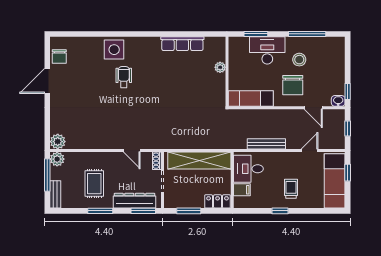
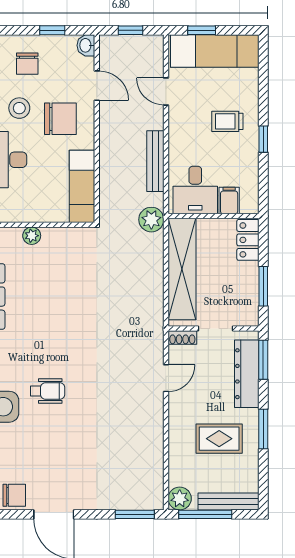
chair: (327, 65) -> (27, 64), added
wheelchair: (124, 77) -> (48, 391), turned 180
window: (348, 92) -> (52, 30), moved
door: (313, 108) -> (97, 86), hinge flipped
window: (47, 131) -> (135, 514), added
plant: (58, 142) -> (151, 220), moved
bench: (55, 194) -> (228, 501), width x1.36

